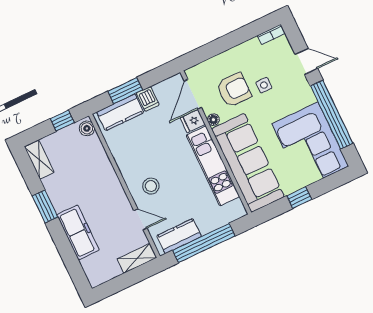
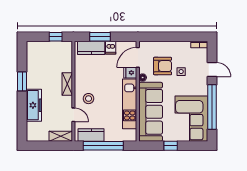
boiler: (87, 128) -> (68, 48), removed
shelving: (39, 160) -> (67, 84), moved

